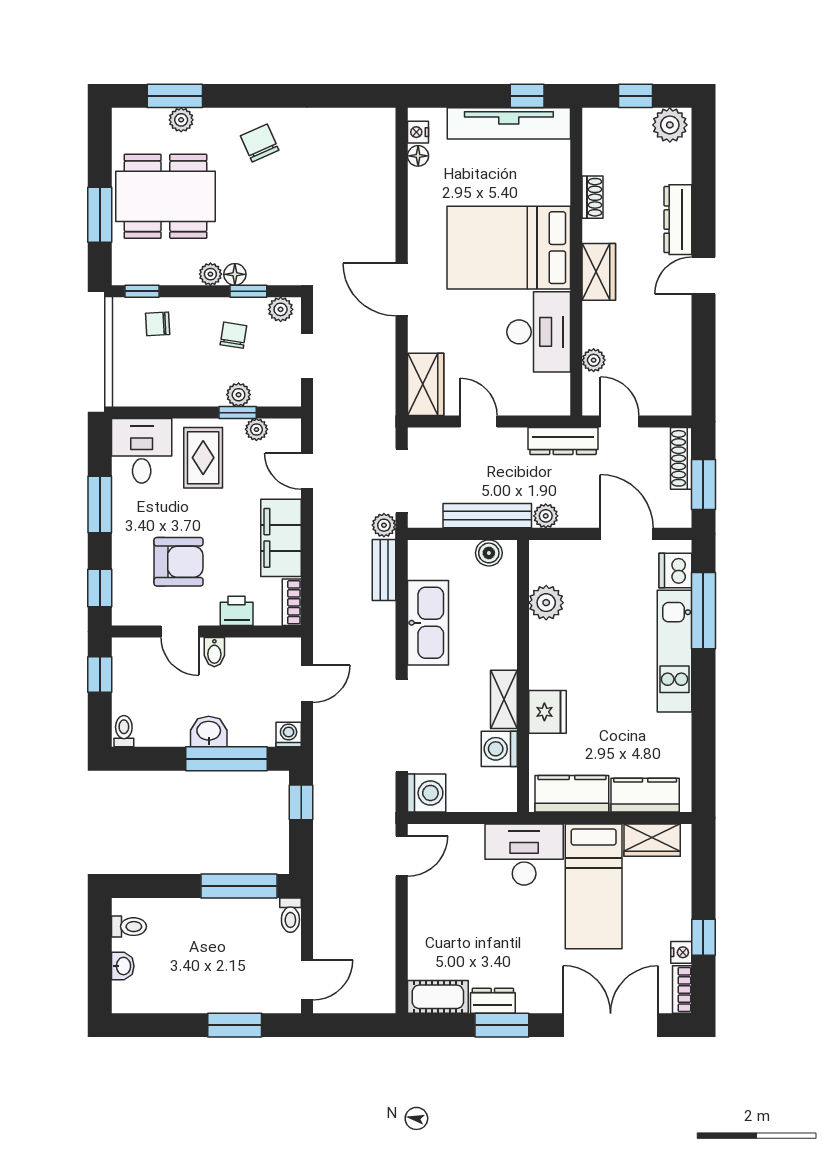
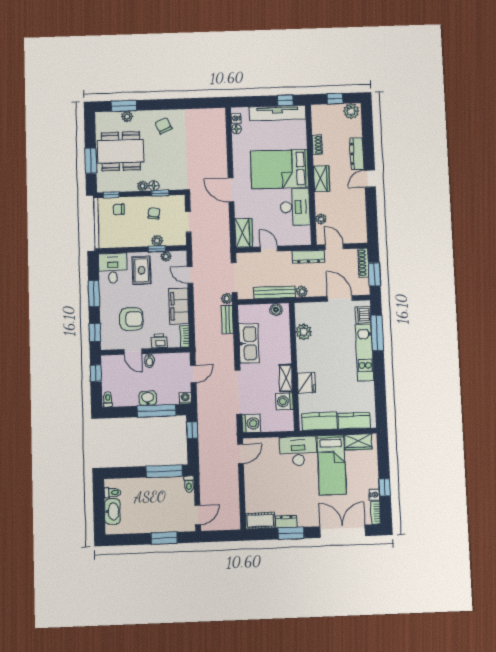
plant: (281, 309) -> (175, 201), removed
washbasin: (123, 966) -> (112, 511), width x1.91, depth x1.45

